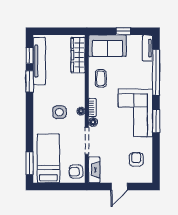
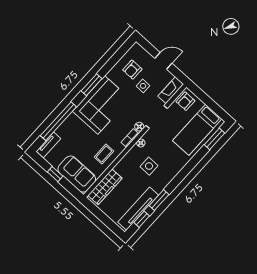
side table: (59, 112) -> (149, 166), moved
side table: (117, 155) -> (143, 86), added
armchair: (76, 172) -> (185, 101), turned 93

